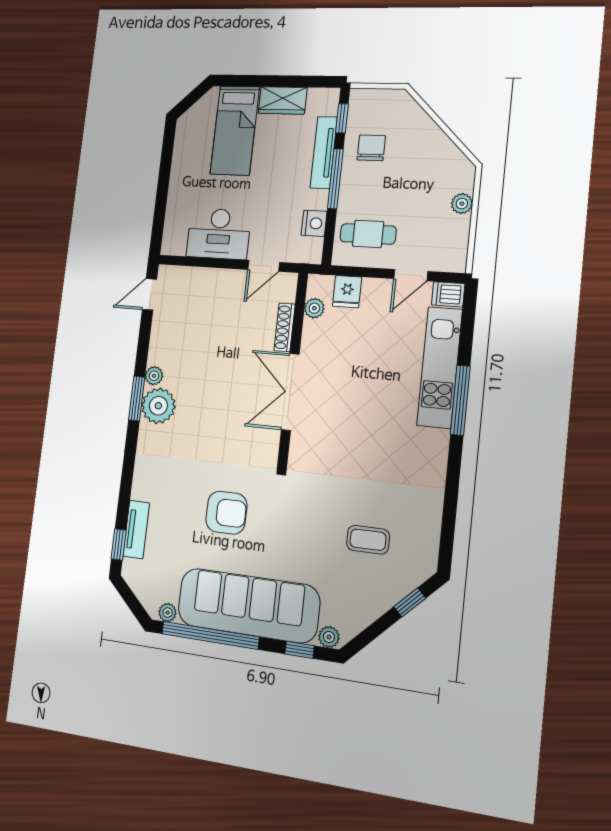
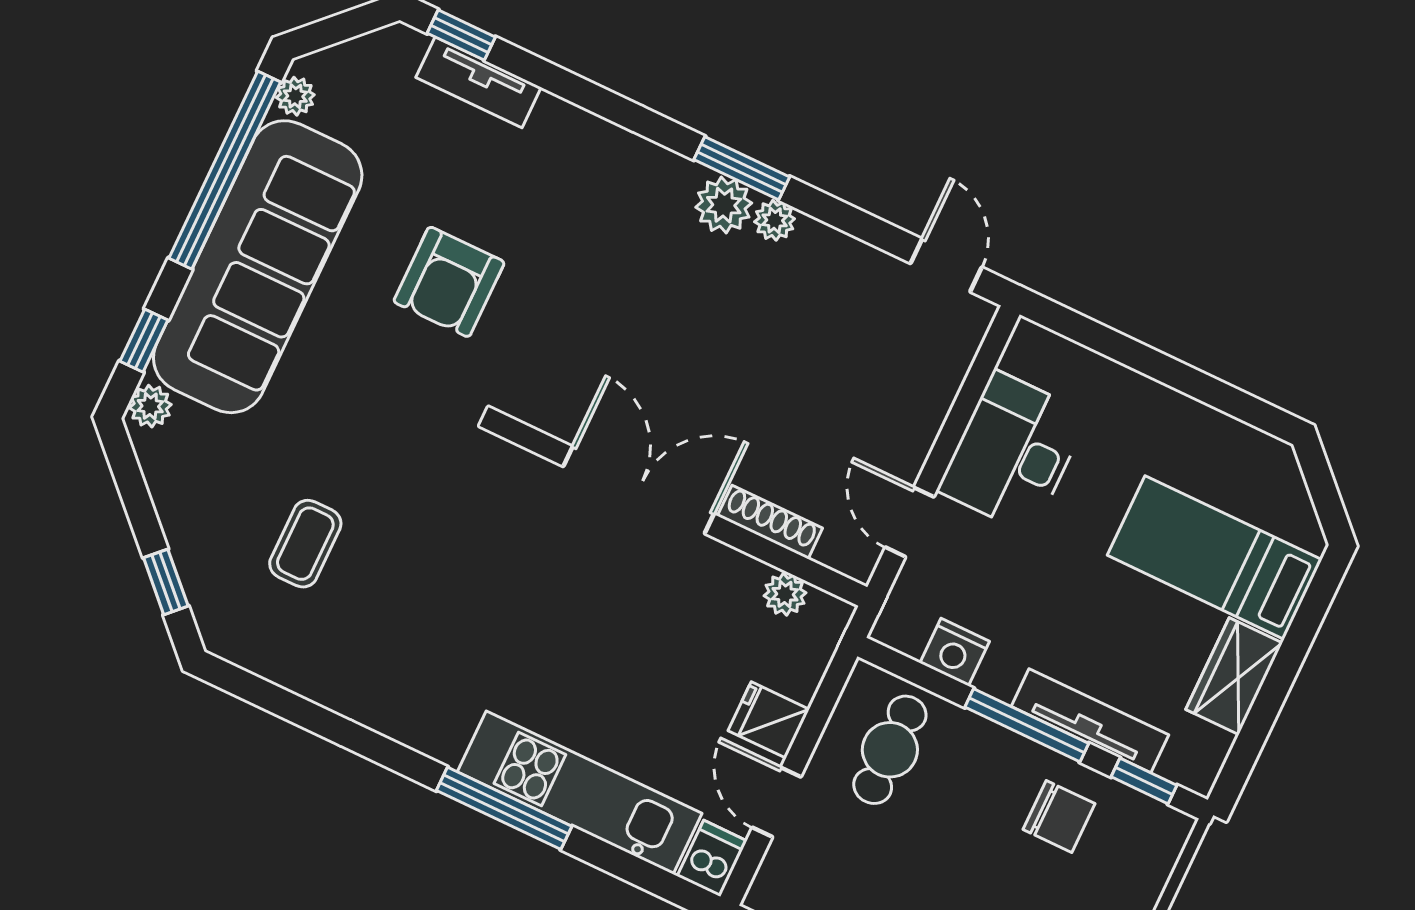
fridge: (347, 292) -> (769, 720), moved
plant: (158, 406) -> (724, 205), width x0.73, depth x0.73

